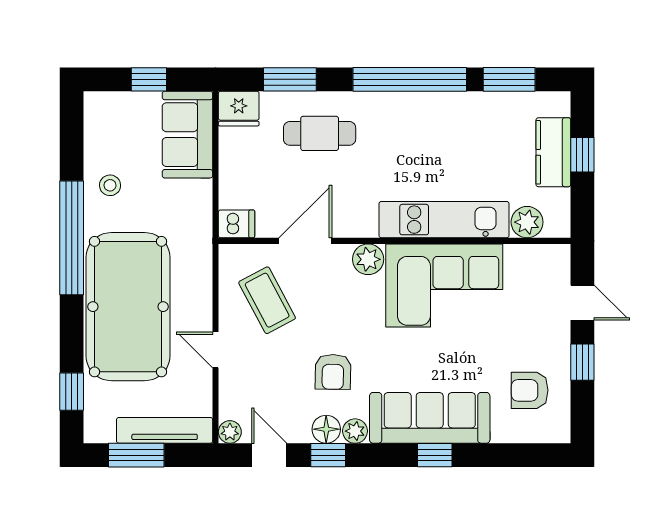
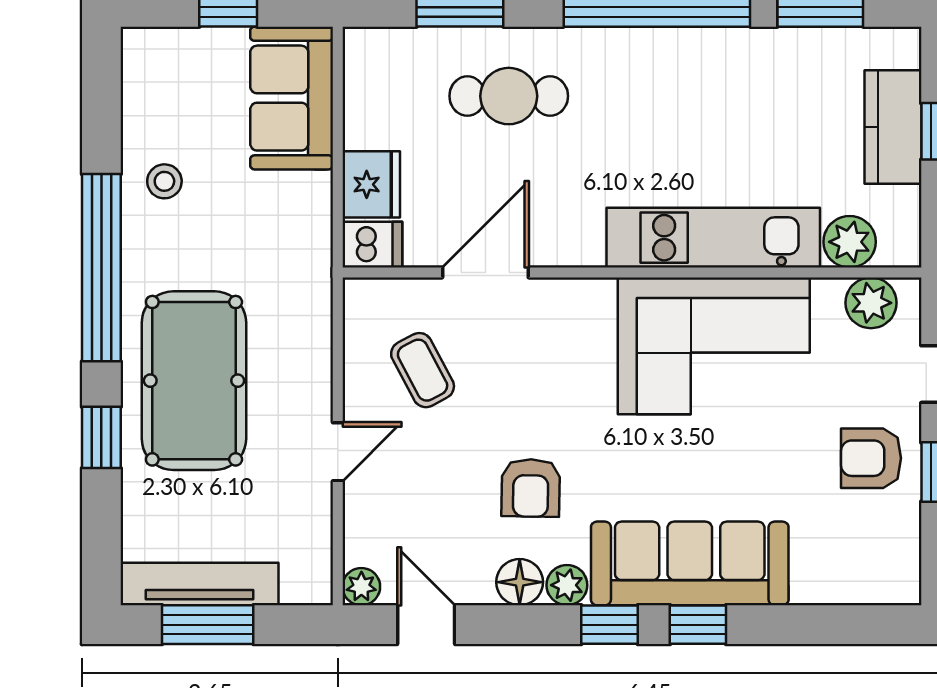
fridge: (239, 109) -> (371, 184), moved, turned -90
plant: (368, 259) -> (871, 303), moved
coffee table: (267, 300) -> (423, 370), width x0.73, depth x0.77
pool table: (128, 307) -> (194, 381), width x0.73, depth x0.76
door: (216, 350) -> (338, 452), swing flipped
armchair: (530, 390) -> (871, 458), moved
window: (72, 392) -> (101, 437), moved
tv unit: (165, 430) -> (200, 584), moved
window: (328, 455) -> (609, 625), moved

